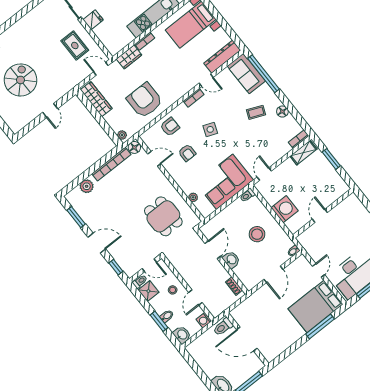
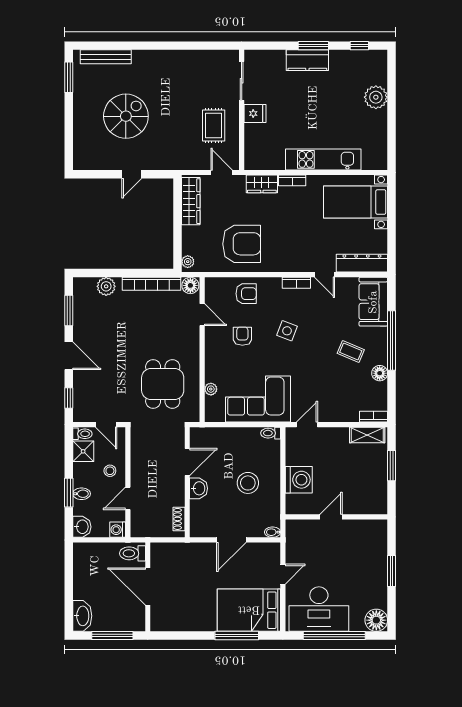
window: (263, 74) -> (392, 341), moved
armchair: (145, 100) -> (242, 244), turned 90
armchair: (187, 153) -> (242, 336), turned 180

